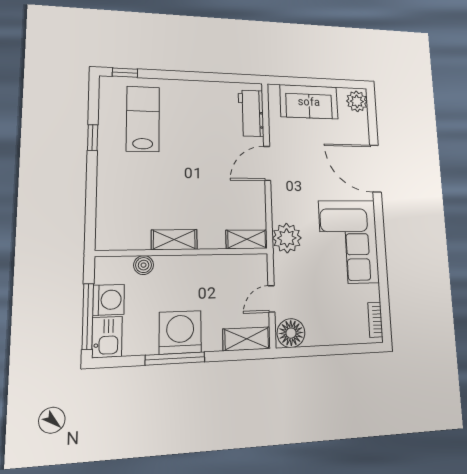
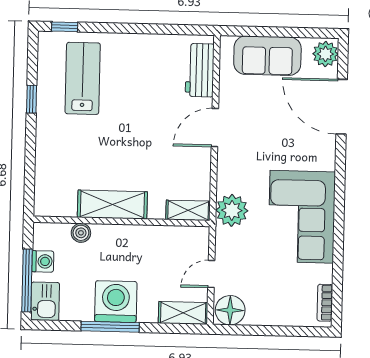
door: (375, 169) -> (342, 107), moved
shelving: (174, 240) -> (112, 205), width x1.50, depth x1.33
washing machine: (109, 300) -> (43, 261), width x0.73, depth x0.73

